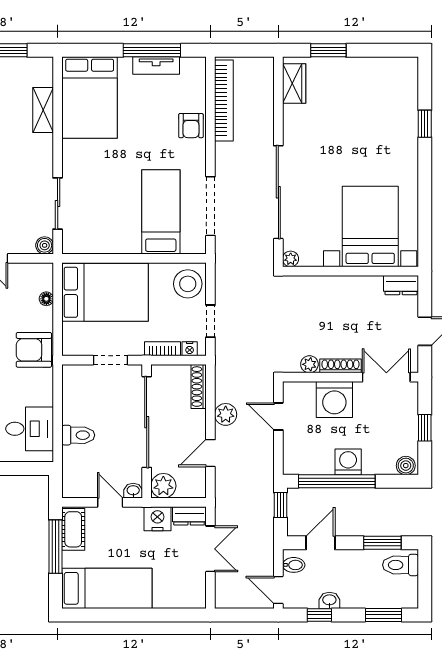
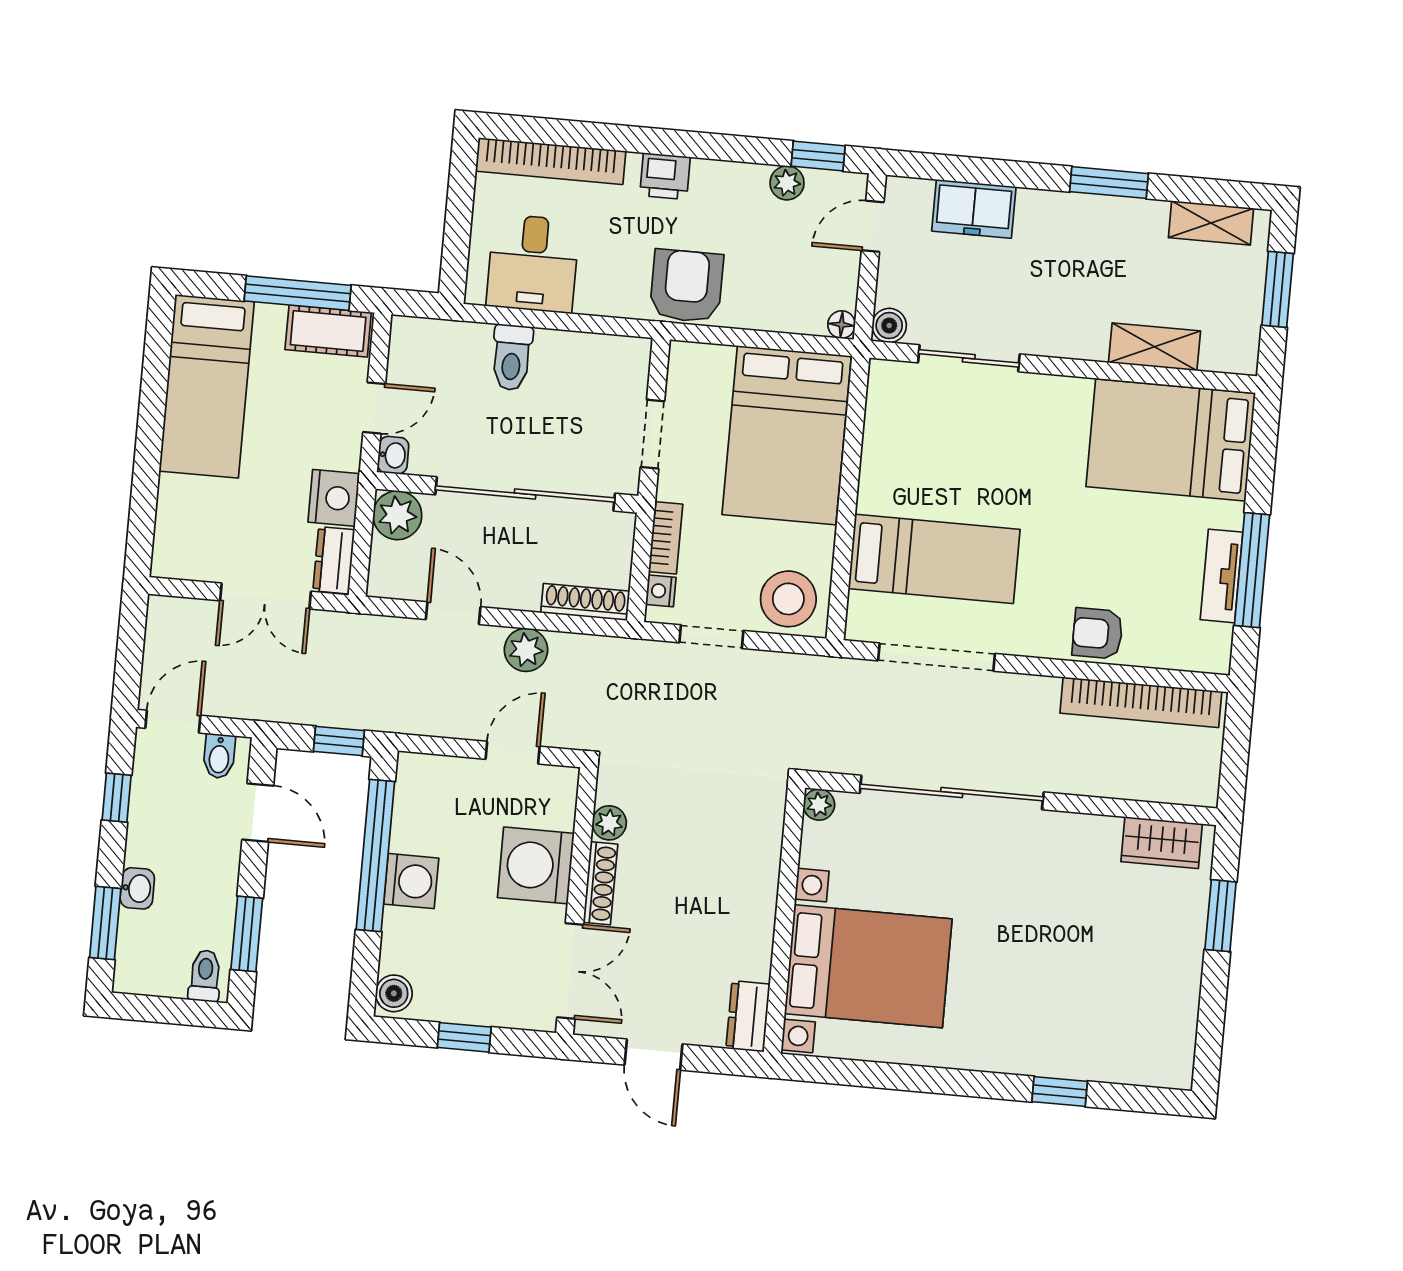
floor lamp: (46, 299) -> (842, 325), moved
toilet: (401, 565) -> (205, 976), width x0.73, depth x0.72
washbasin: (329, 600) -> (137, 888), moved

